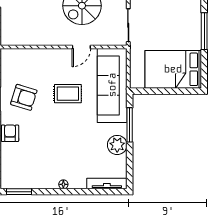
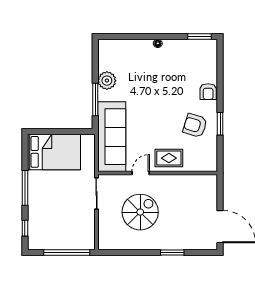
rug: (68, 94) -> (169, 158), moved
tv unit: (107, 183) -> (117, 44), removed

